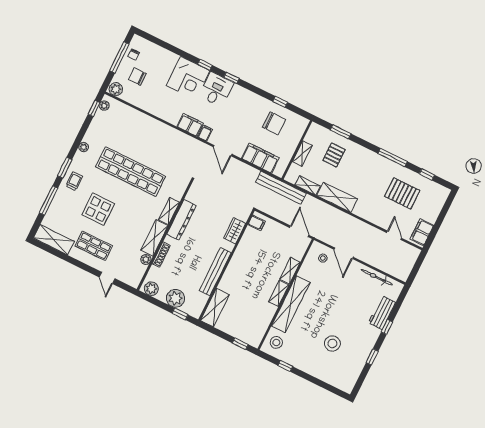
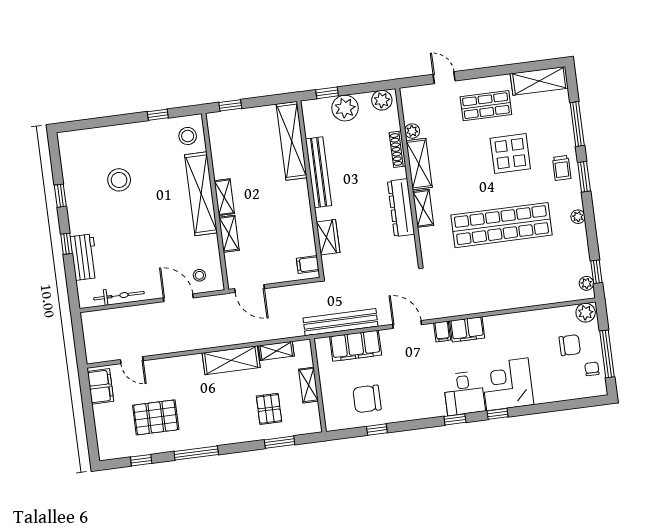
bench: (281, 188) -> (341, 322), moved
shelving: (215, 308) -> (292, 141), width x1.47

